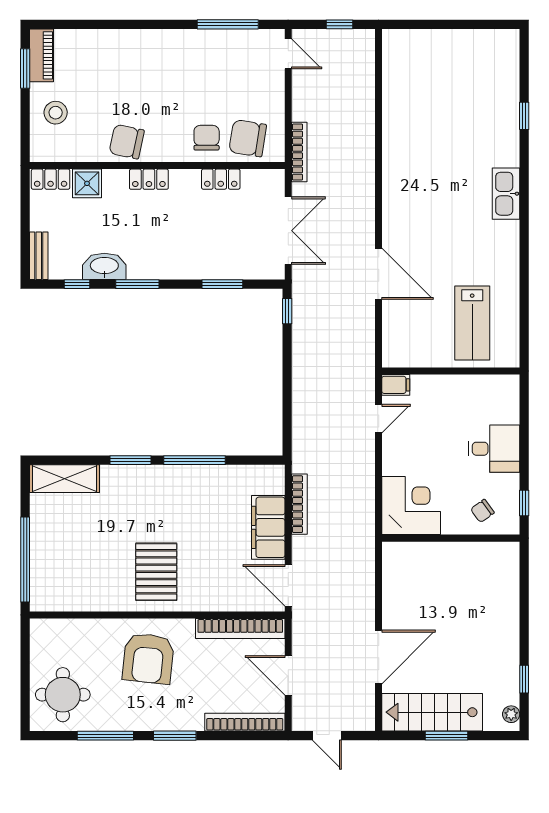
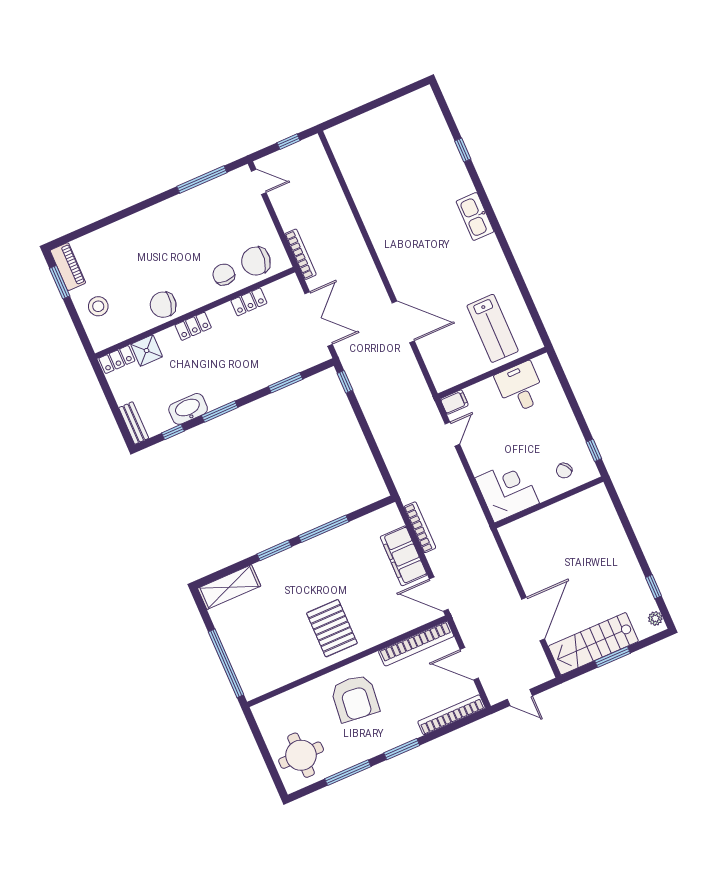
desk: (494, 449) -> (520, 387), moved, turned -90

